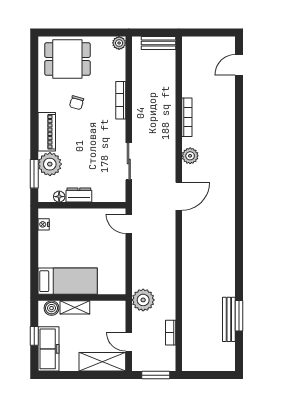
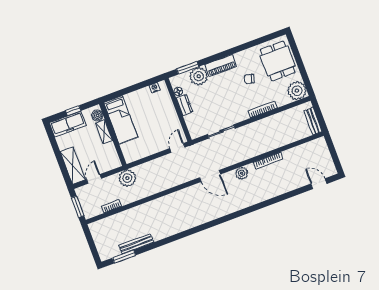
plant: (119, 43) -> (297, 91), width x1.87, depth x1.87
window: (239, 316) -> (124, 257), moved

